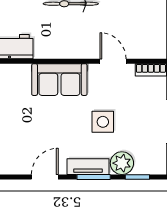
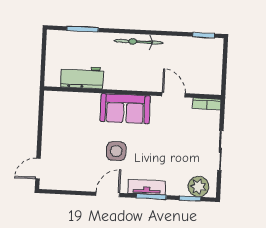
side table: (103, 122) -> (116, 151), moved
plant: (122, 163) -> (198, 187), moved

